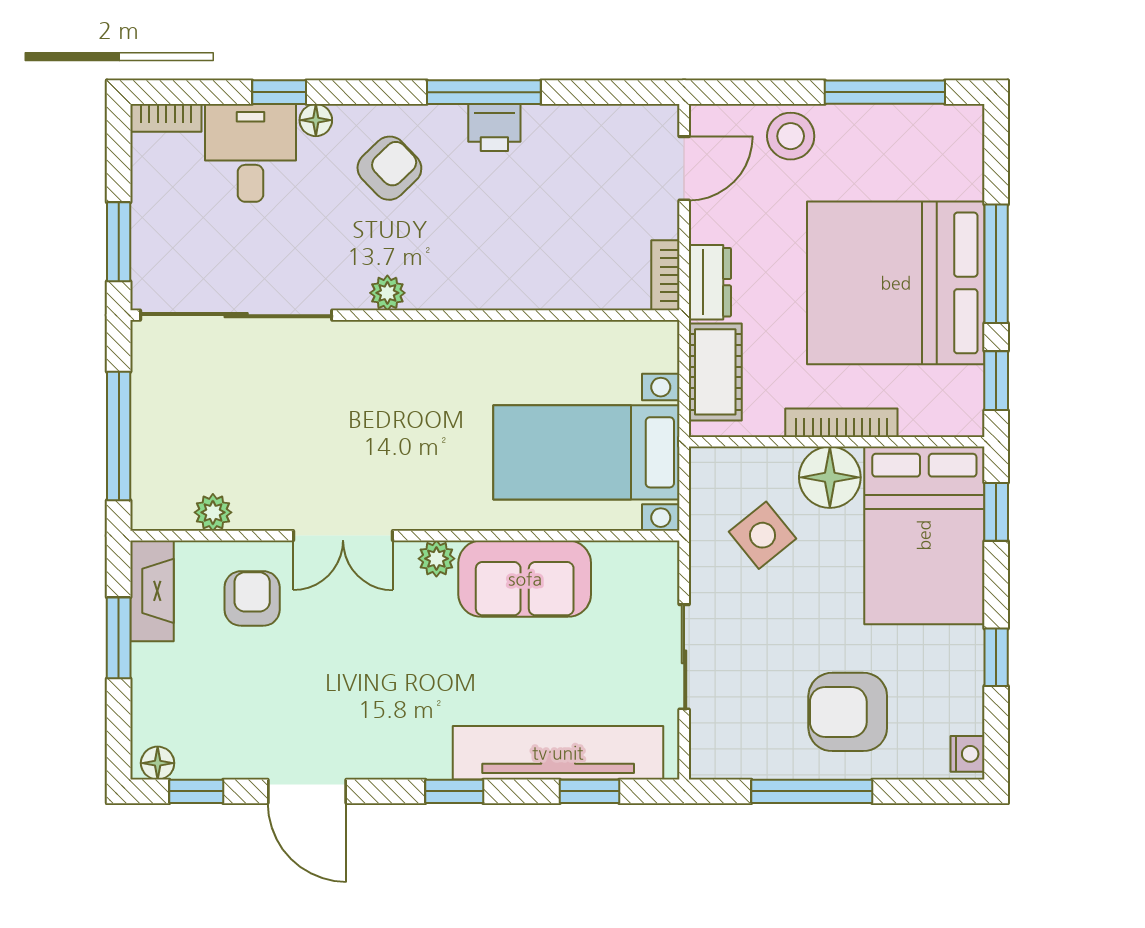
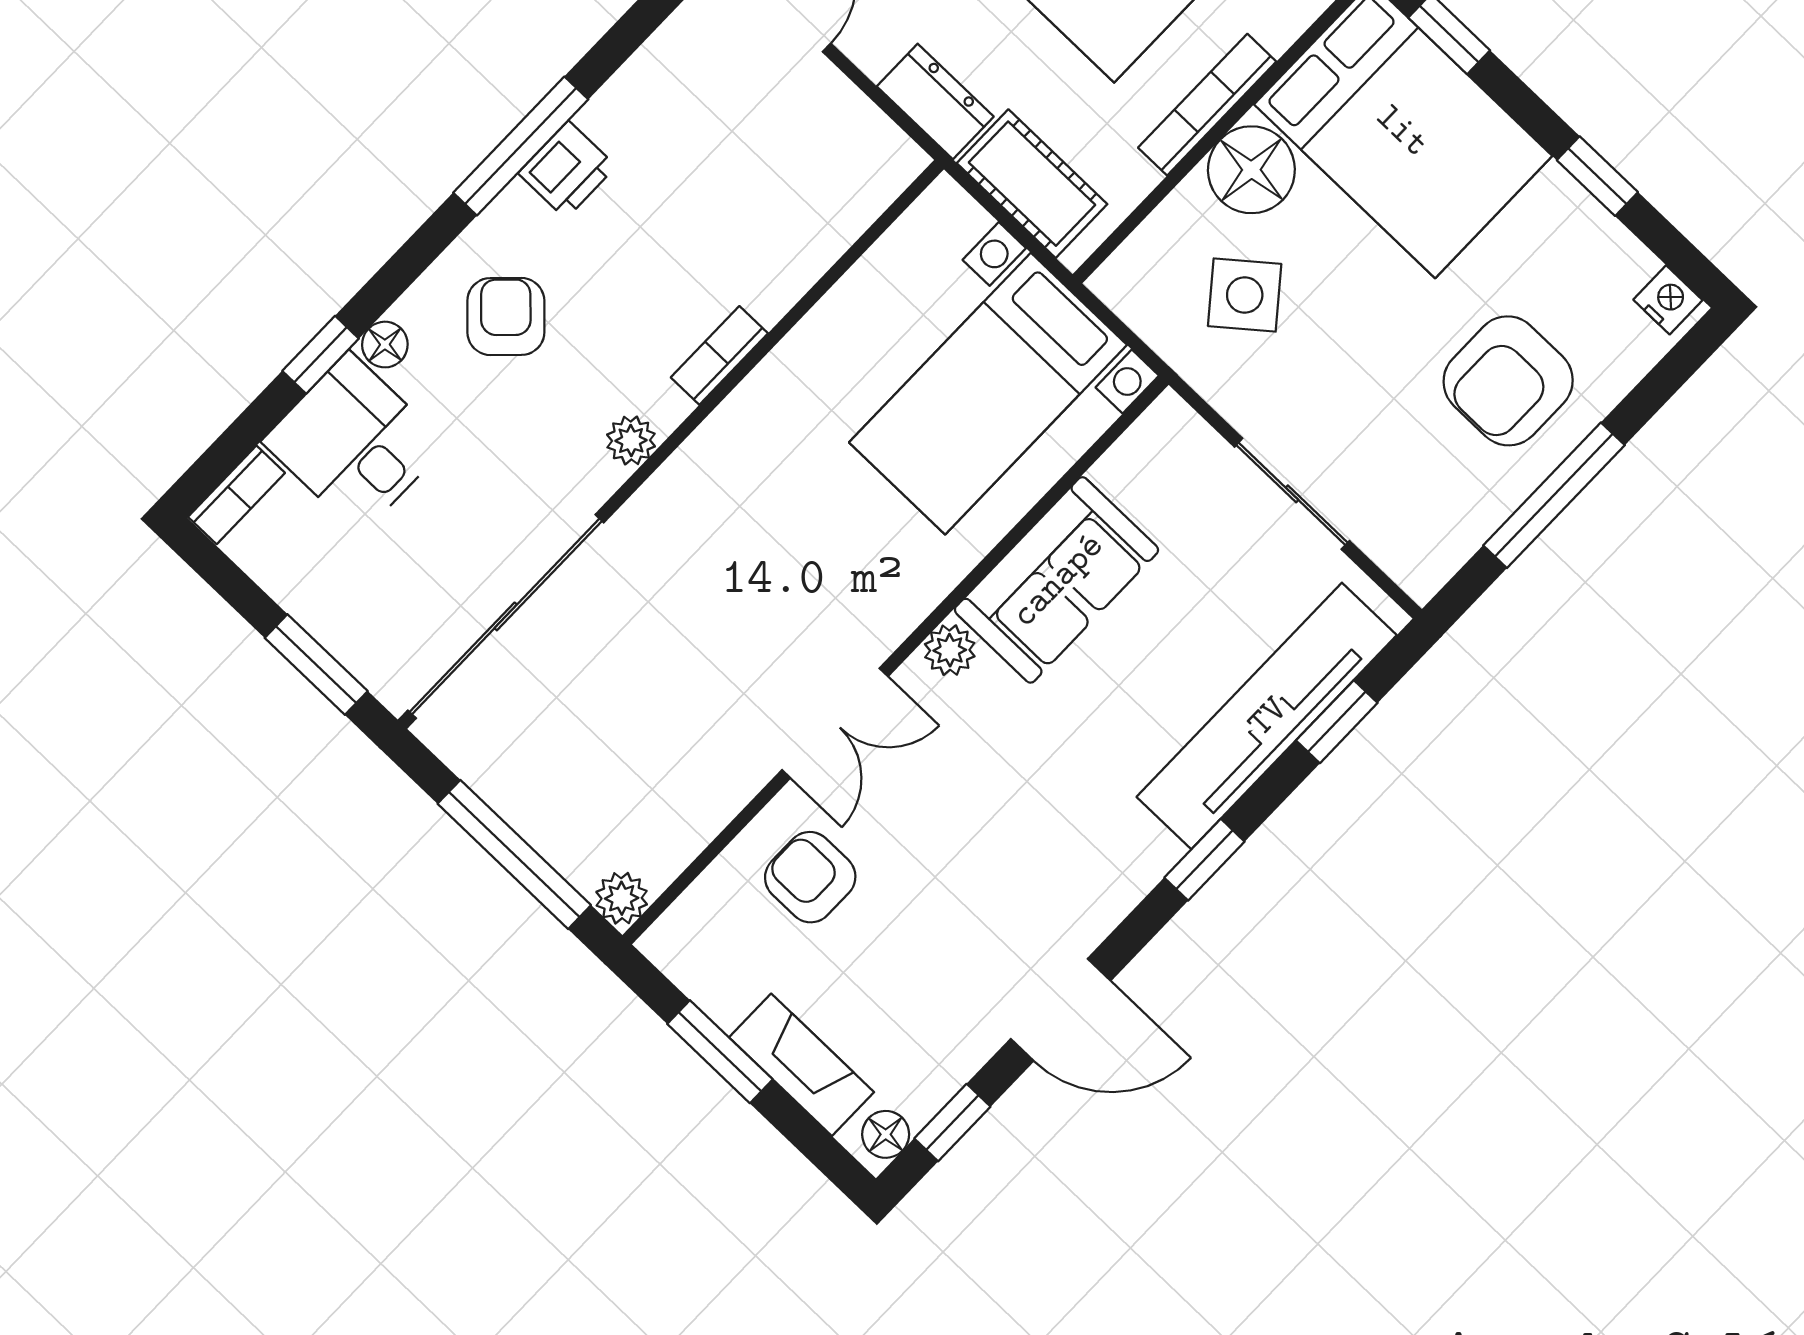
bookcase: (665, 275) -> (719, 355), moved, turned 90
plant: (213, 512) -> (622, 898), moved
fireplace: (152, 591) -> (802, 1065), moved

